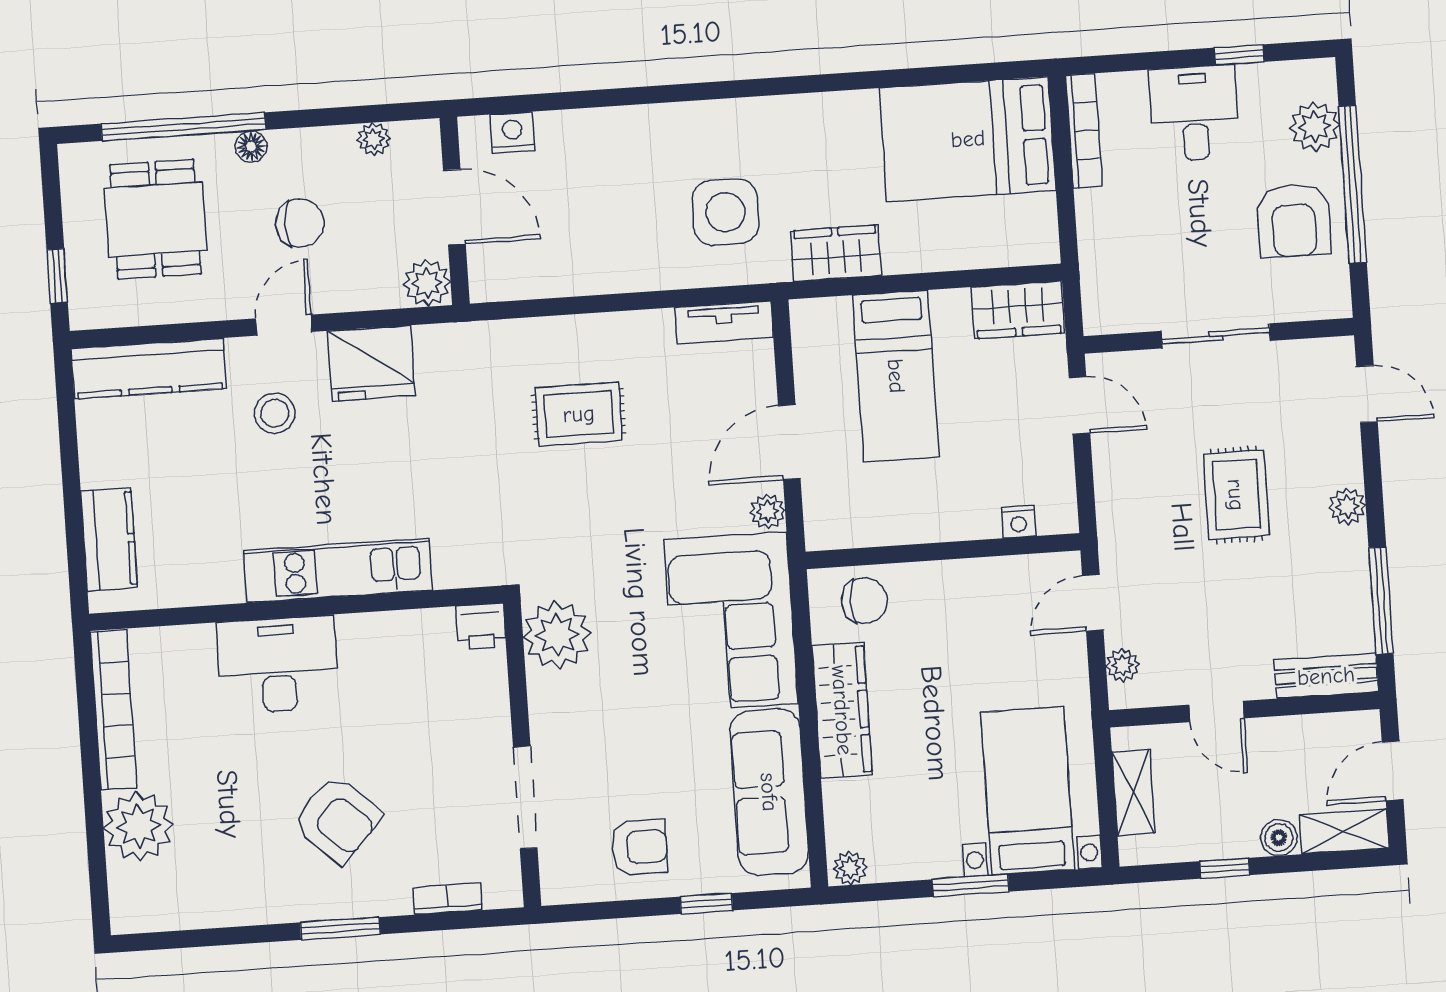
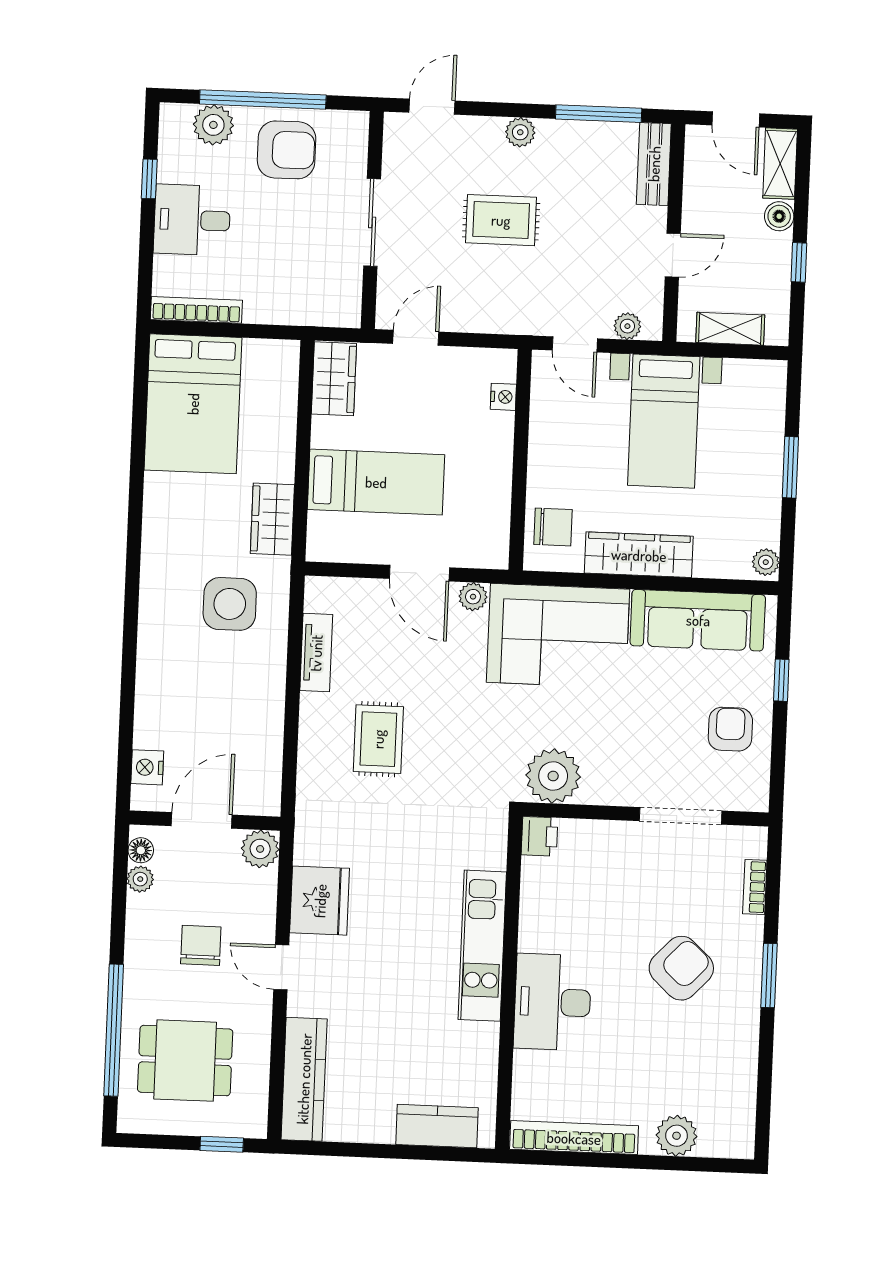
floor lamp: (251, 147) -> (141, 850), moved
tv unit: (724, 322) -> (316, 653), moved
stool: (275, 413) -> (351, 982), removed
chair: (864, 601) -> (553, 527), turned 90
bed with nightstands: (1028, 791) -> (664, 421), moved, turned -90
plant: (138, 826) -> (677, 1136), width x0.73, depth x0.73

